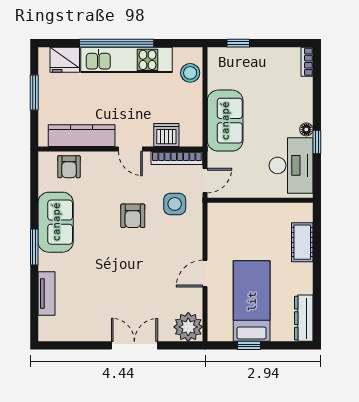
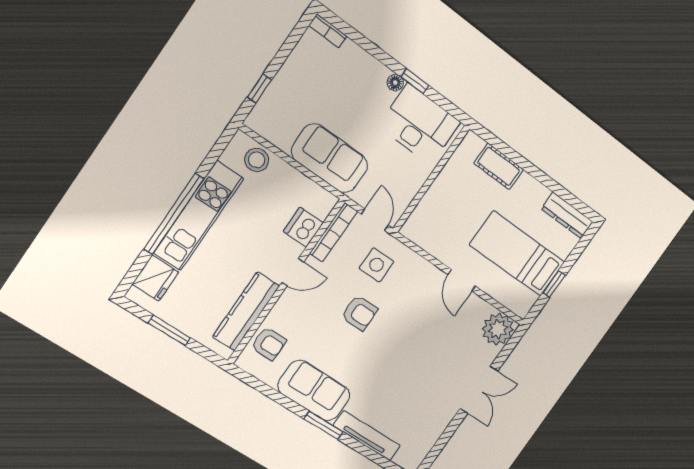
tv unit: (47, 293) -> (367, 436), width x1.41
double door: (134, 345) -> (479, 390), swing flipped

